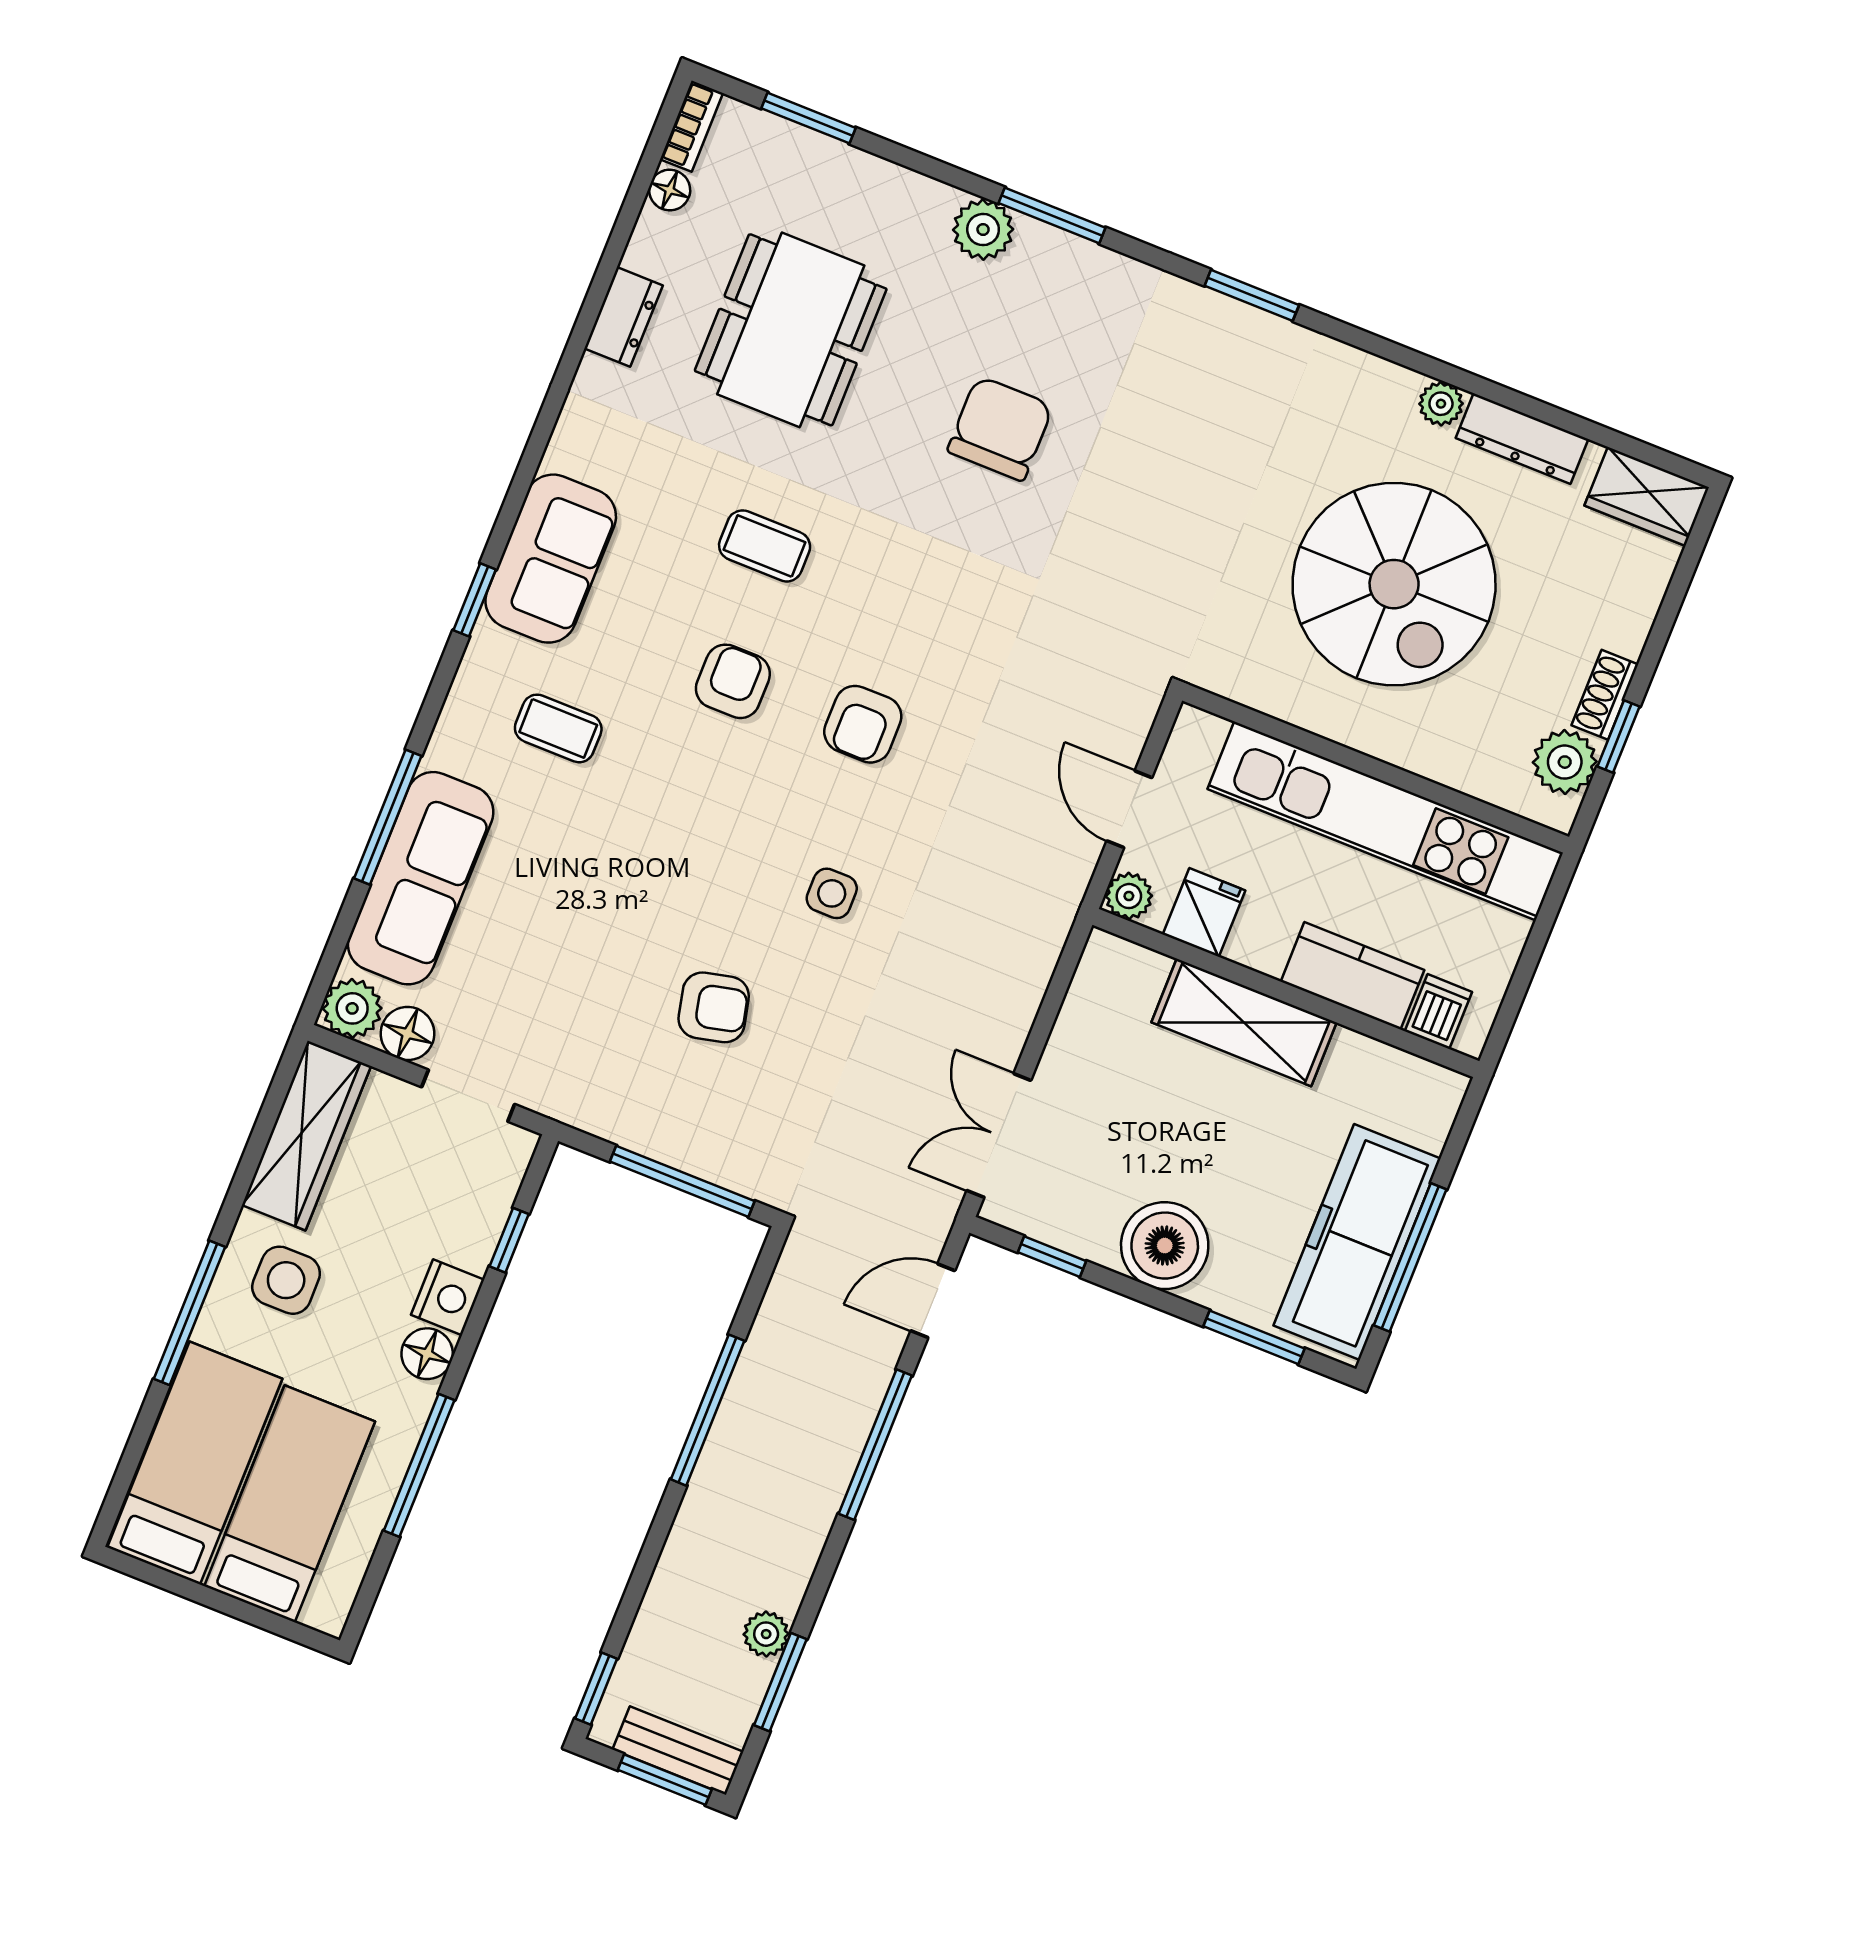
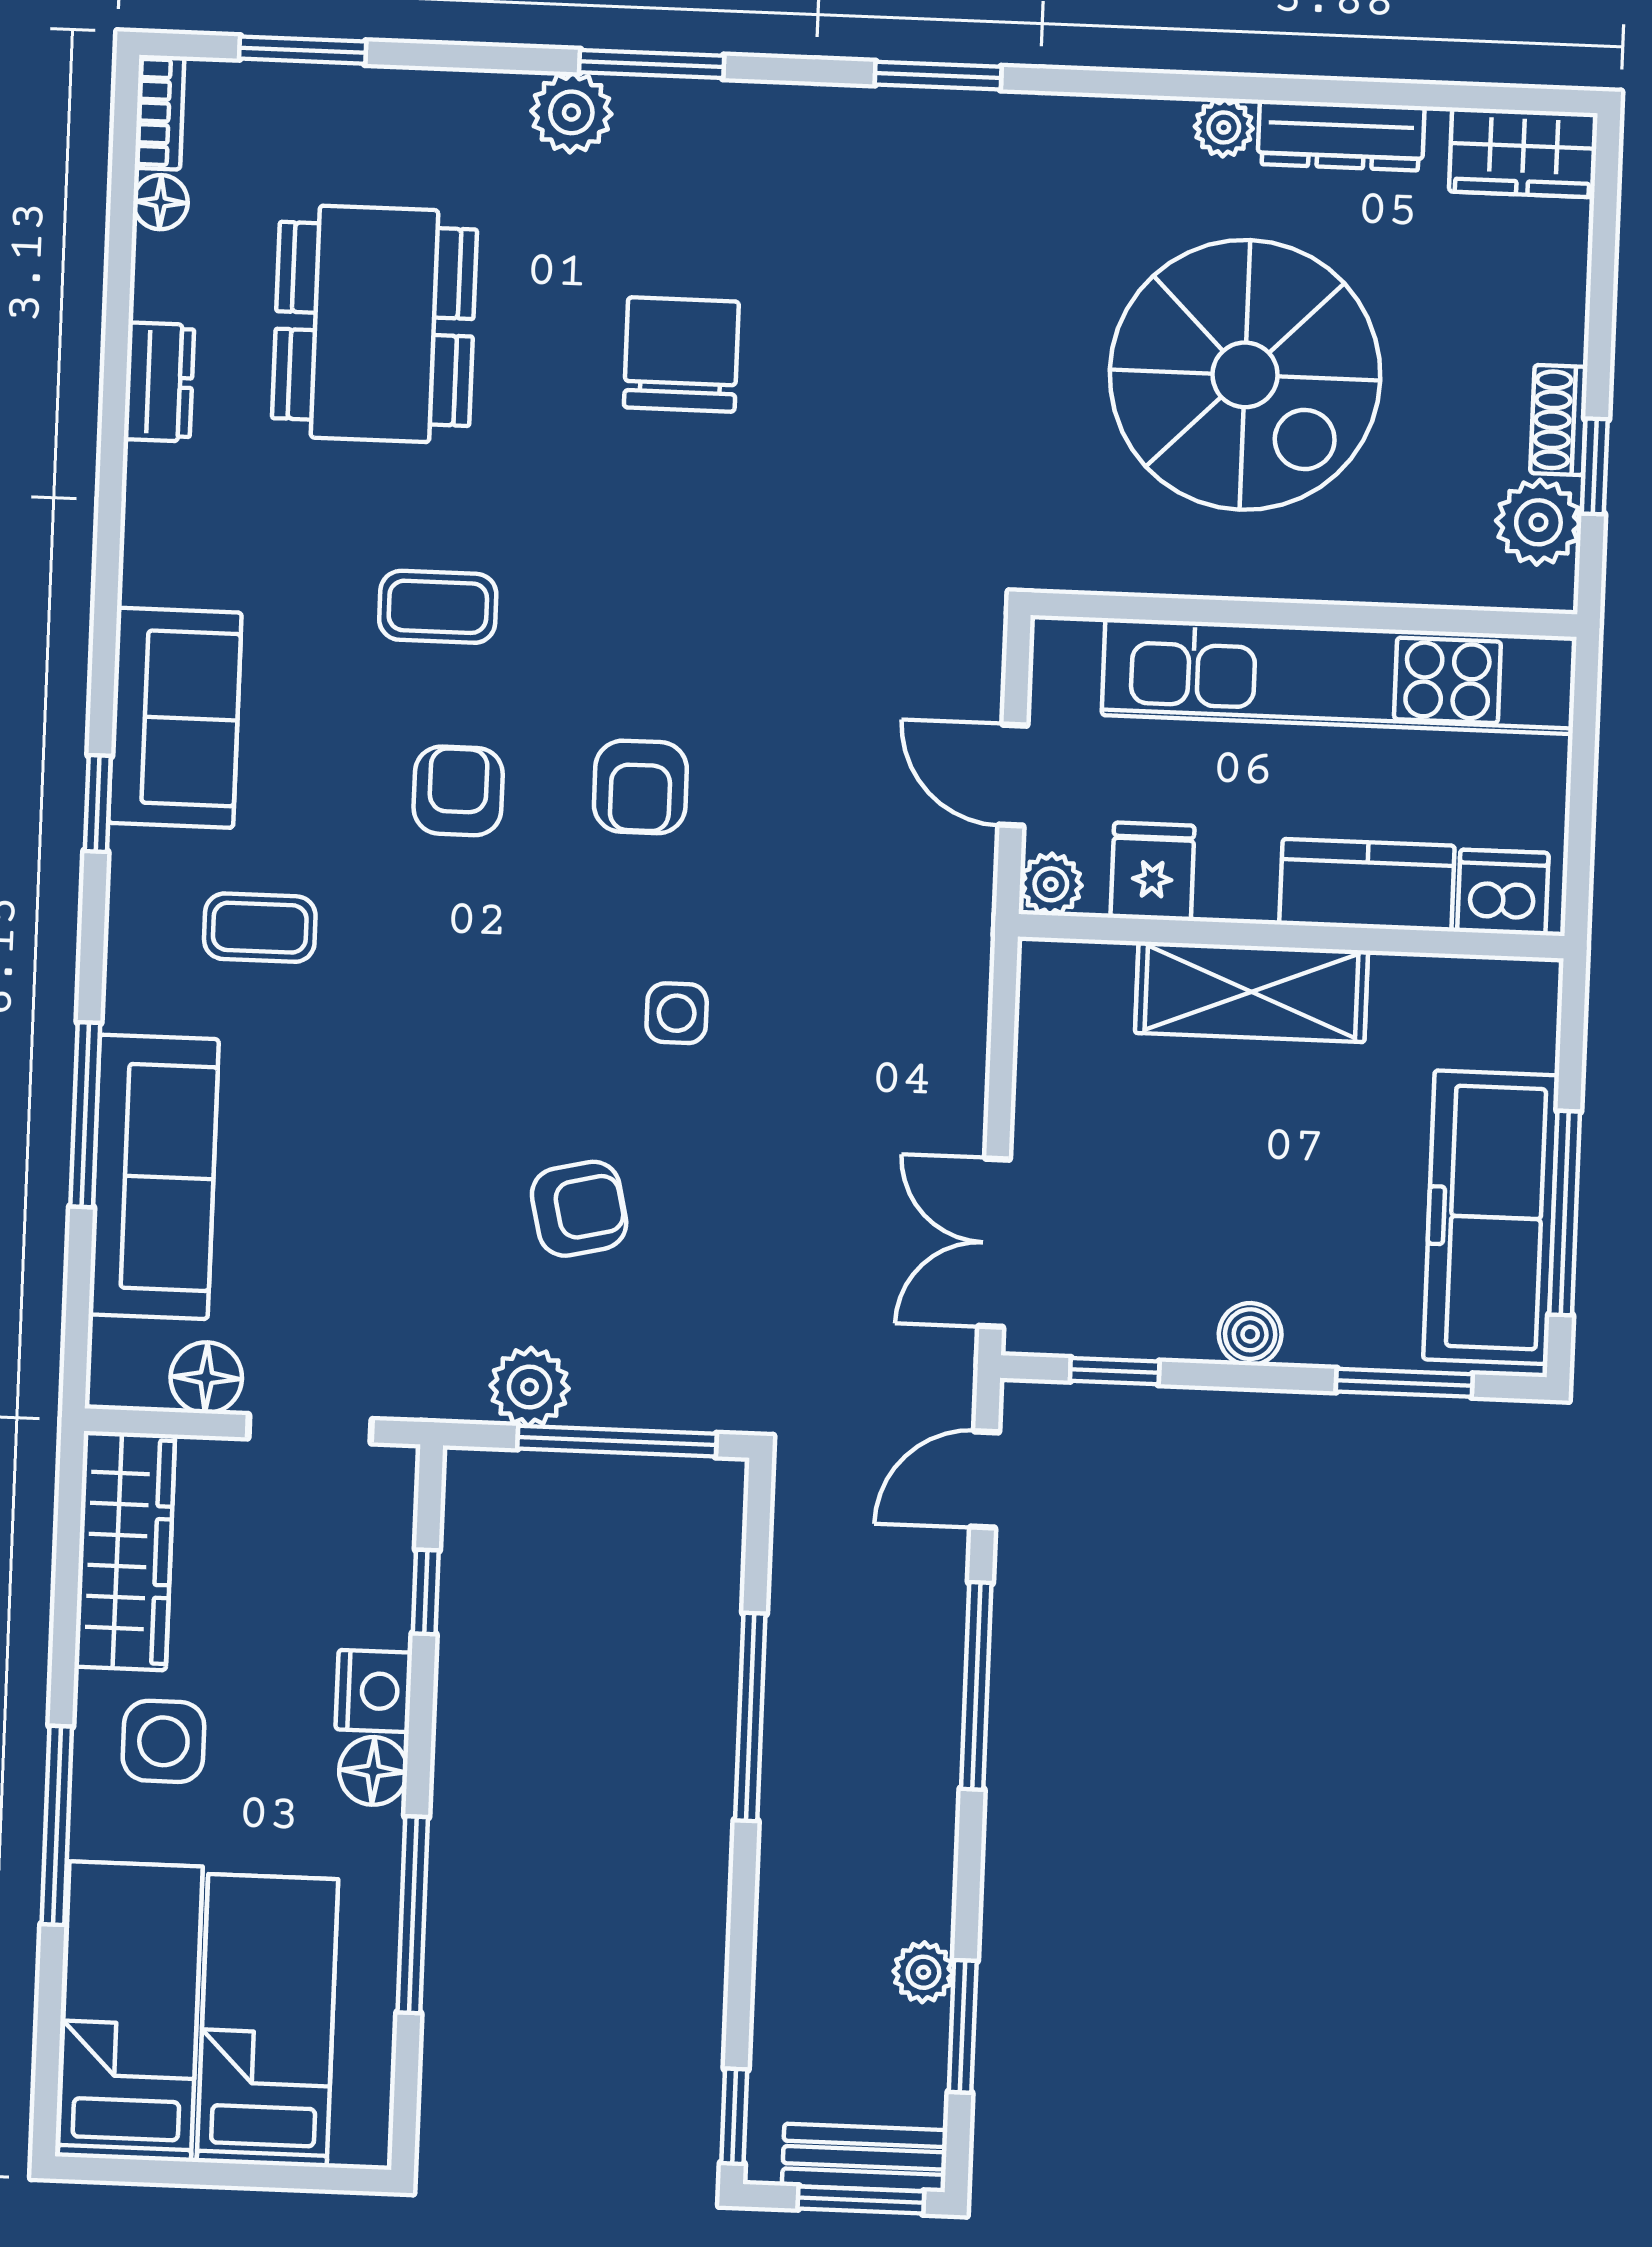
plant: (352, 1008) -> (530, 1387), moved
dishwasher: (1438, 1012) -> (1503, 892), width x1.38
boiler: (1165, 1246) -> (1250, 1334), width x0.54, depth x0.54

